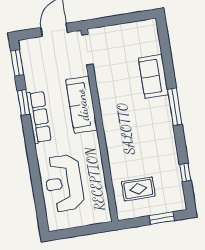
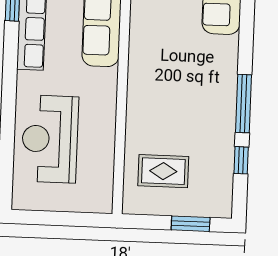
window: (175, 107) -> (243, 104), moved

